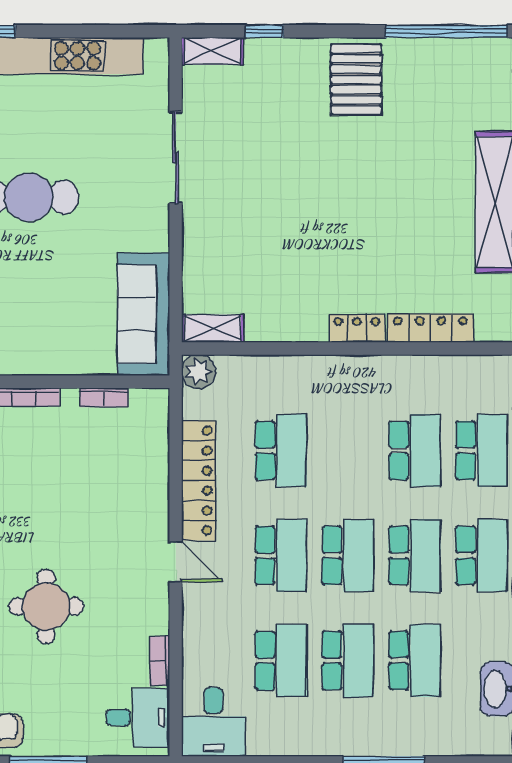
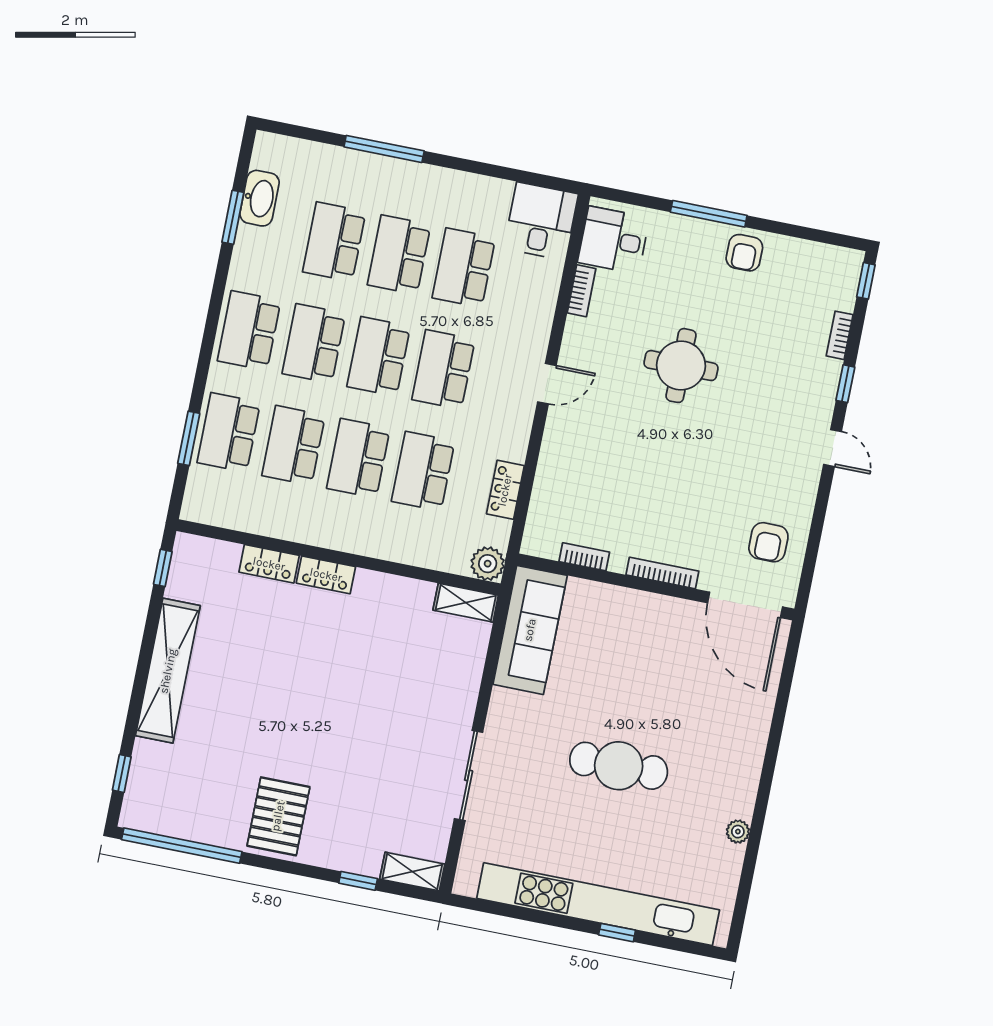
locker: (430, 328) -> (269, 564), width x0.66
school desk: (348, 450) -> (358, 458), added
locker: (199, 481) -> (505, 490), width x0.46, depth x0.83
door: (176, 562) -> (547, 384), swing flipped

